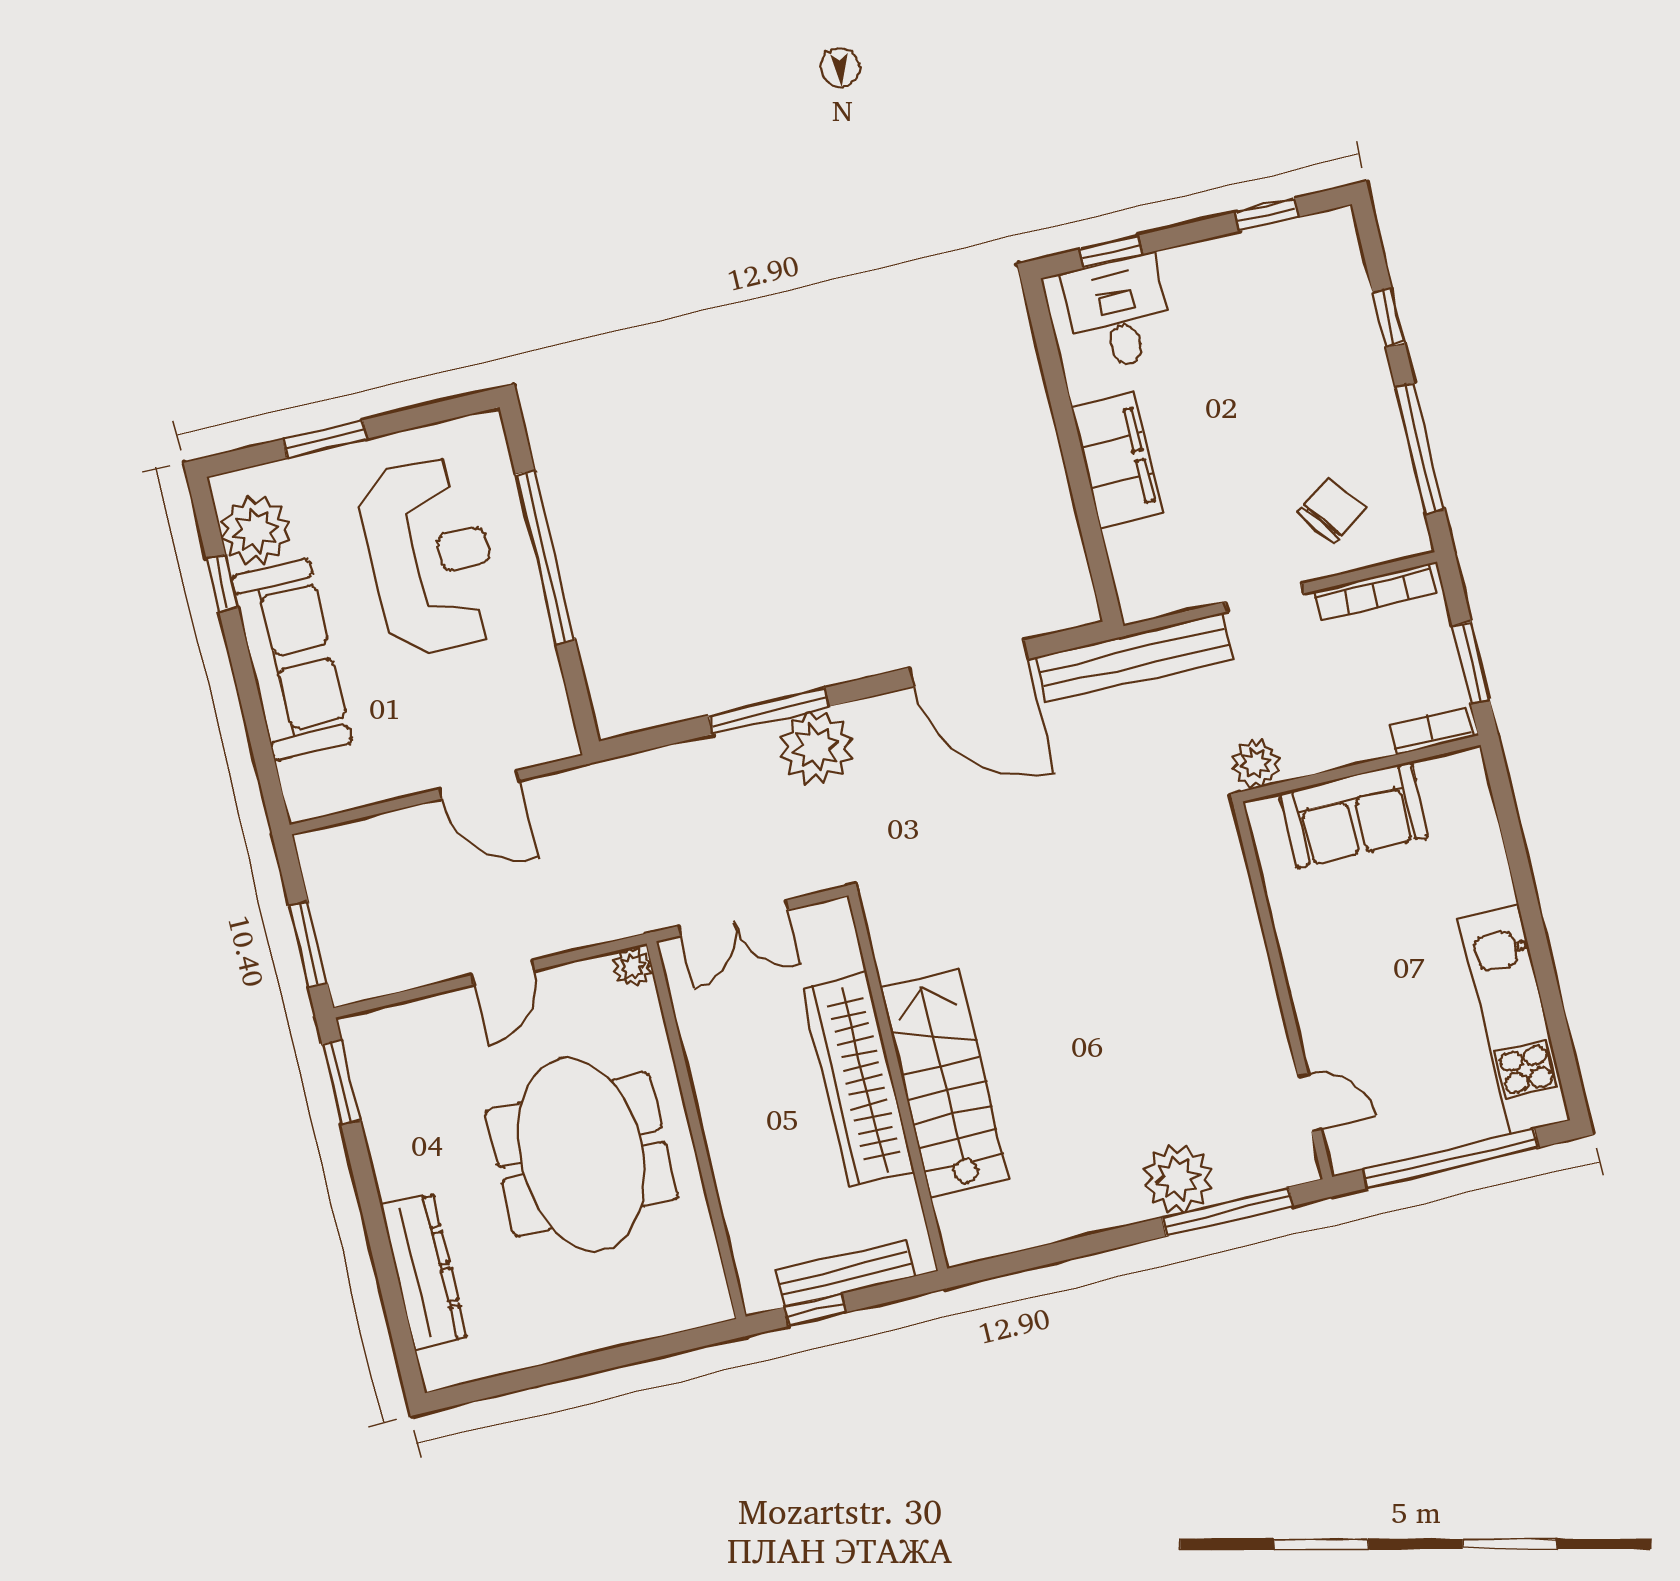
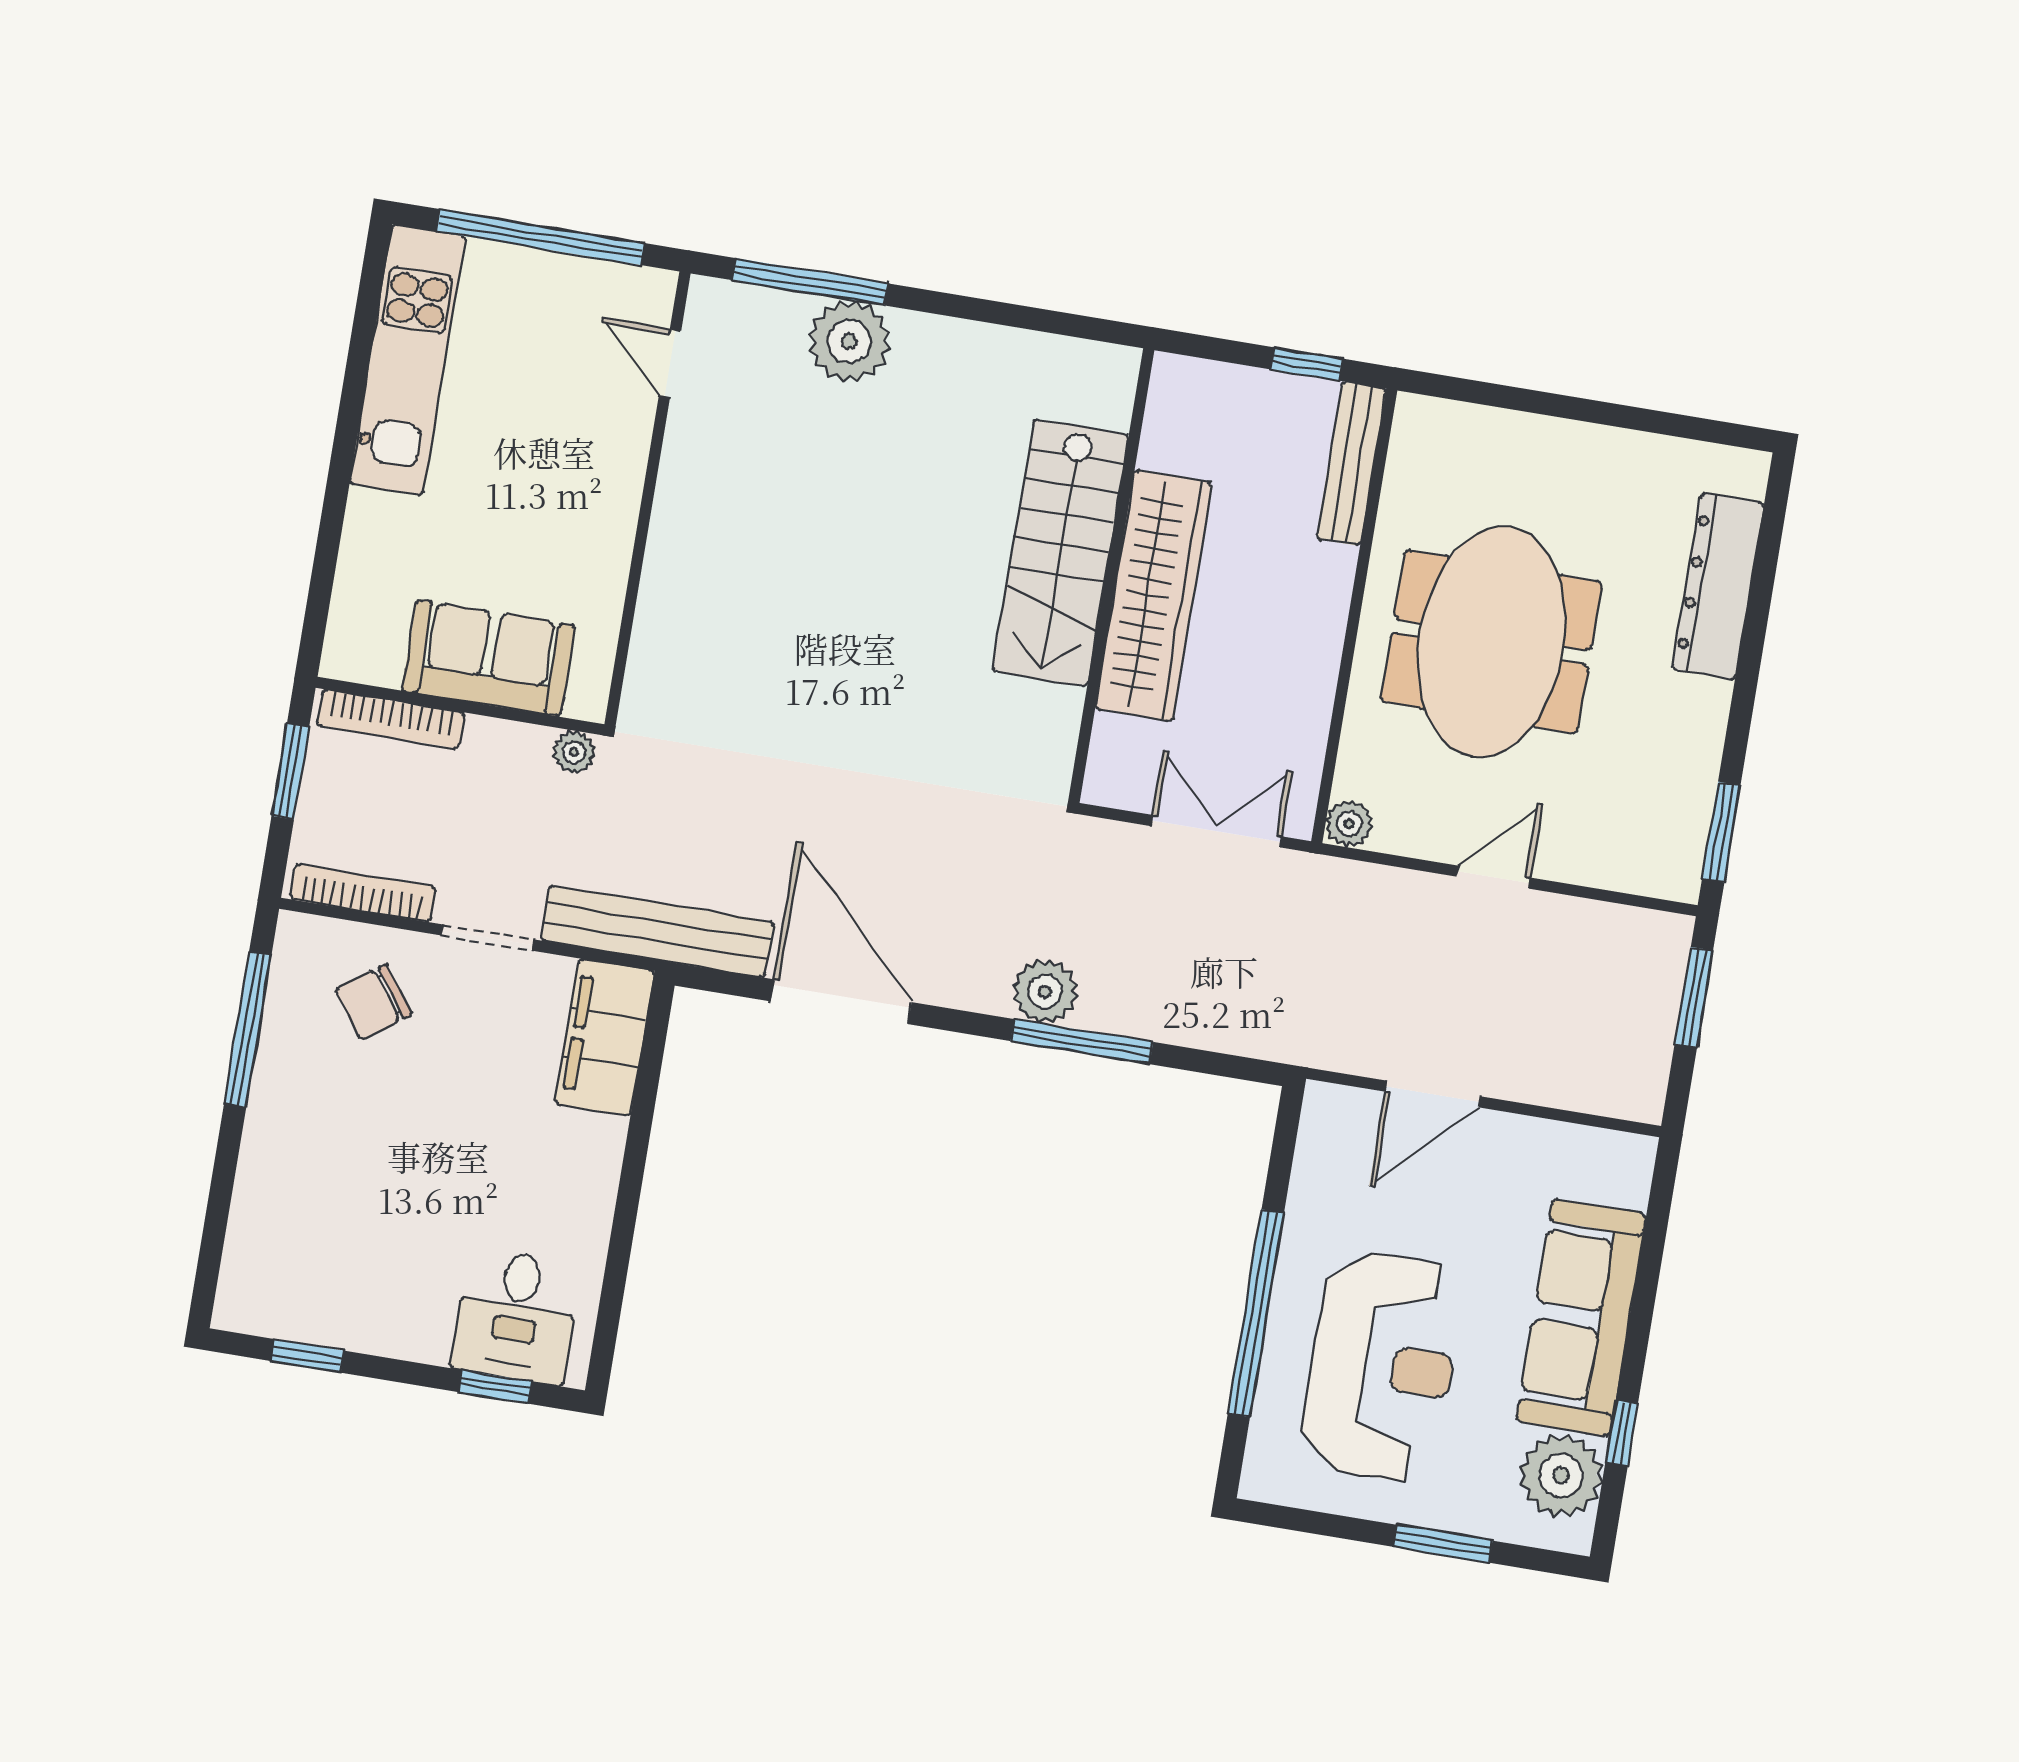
window: (1389, 318) -> (222, 1187), removed
filing cabinet: (1117, 461) -> (605, 1037), moved
reception desk: (430, 557) -> (1382, 1366), turned 180
bookcase: (1431, 731) -> (391, 719), width x1.56
plant: (816, 747) -> (1045, 992), width x0.73, depth x0.73
plant: (1256, 763) -> (574, 752), width x0.73, depth x0.73
door: (479, 785) -> (1433, 1094), swing flipped
bench: (845, 1274) -> (1351, 464), moved, turned 90

